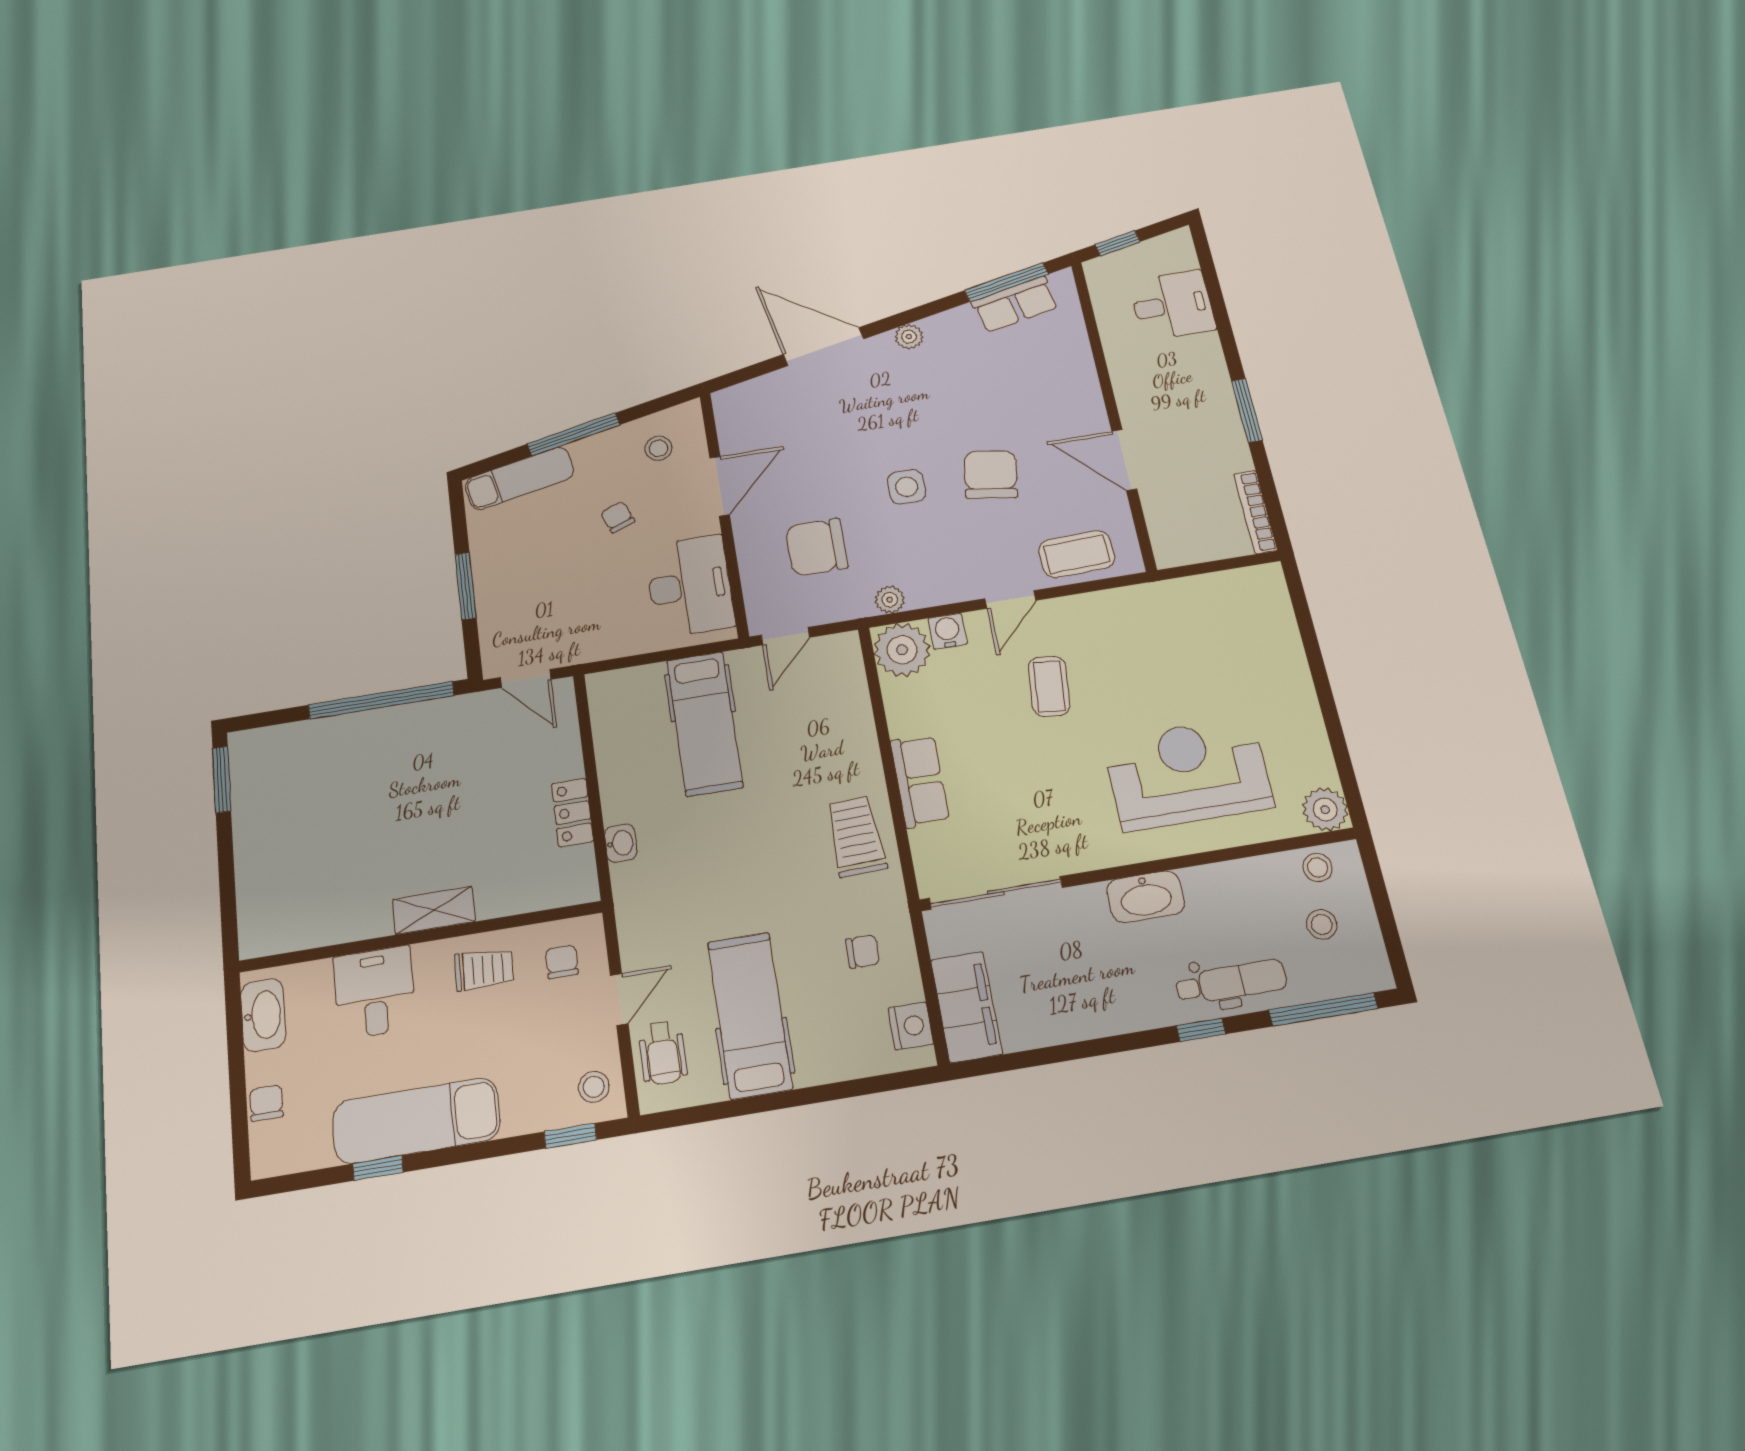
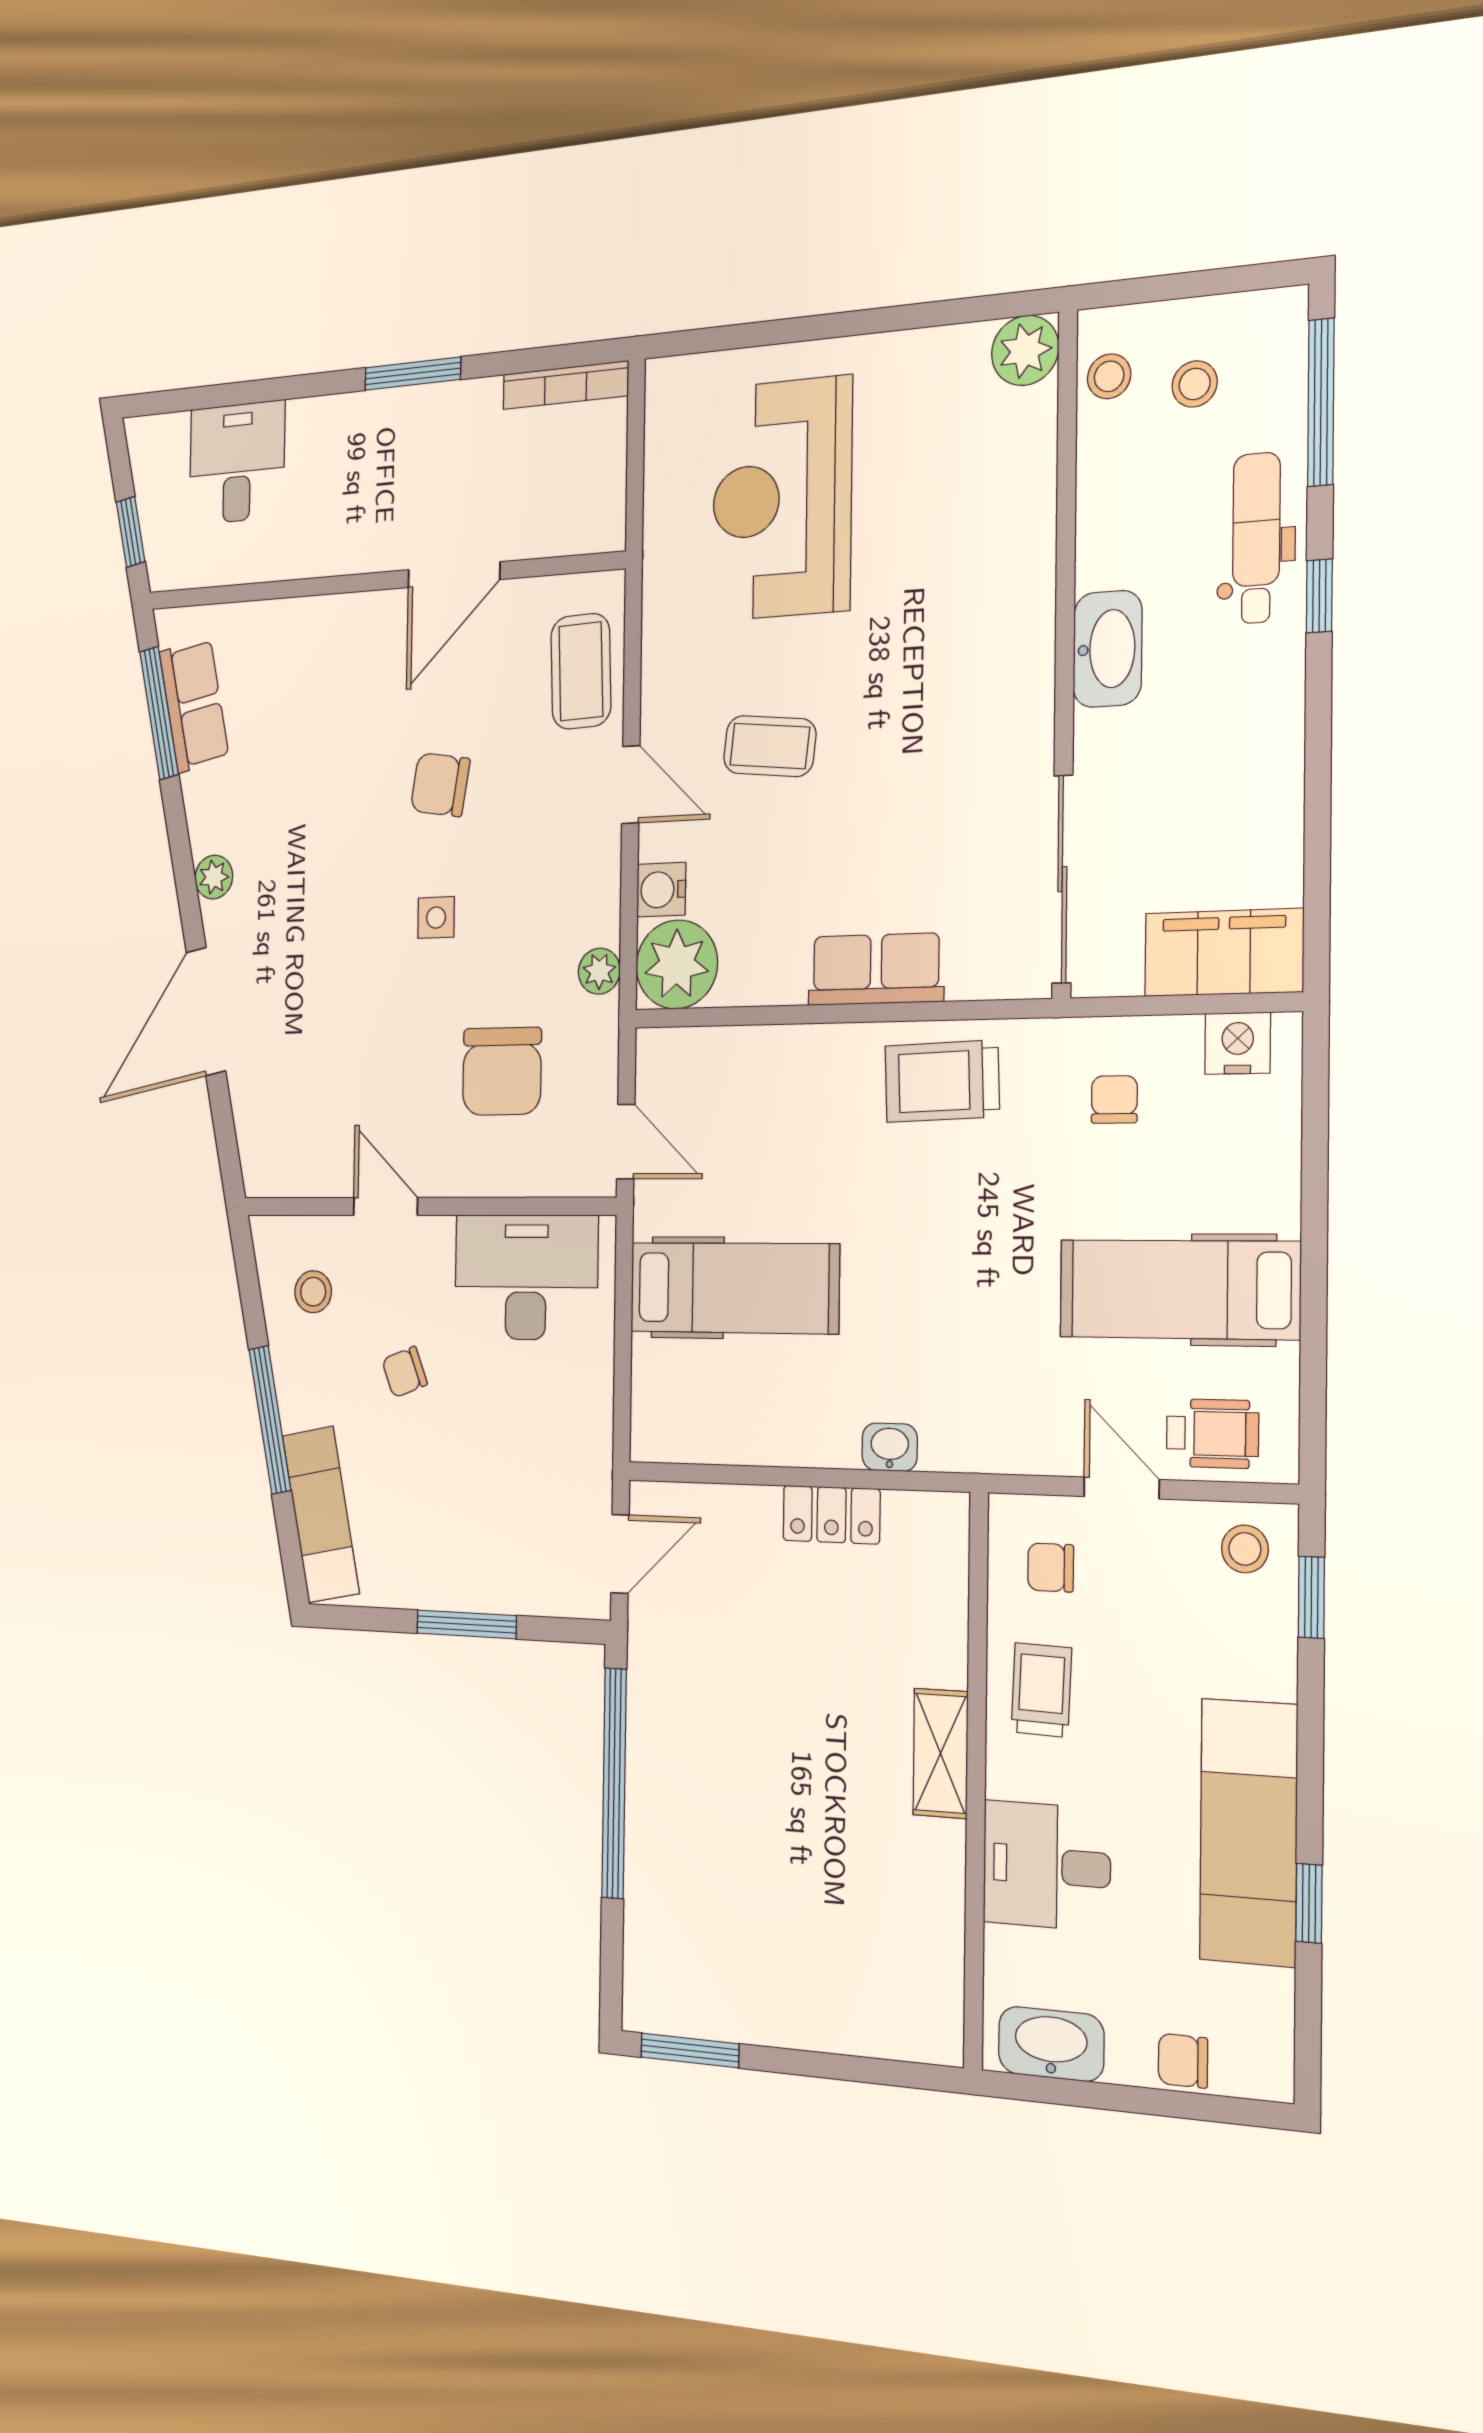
chair: (991, 475) -> (440, 785), width x0.73, depth x0.73
door: (720, 486) -> (386, 1206), width x0.73
side table: (907, 487) -> (436, 918), width x0.73, depth x0.73
reception desk: (1188, 774) -> (782, 499), moved

